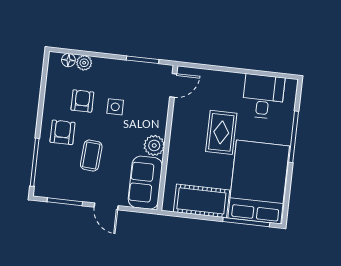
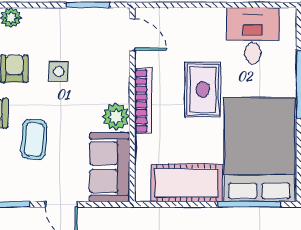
door: (173, 85) -> (132, 34), hinge flipped
bookcase: (176, 136) -> (143, 101), added

